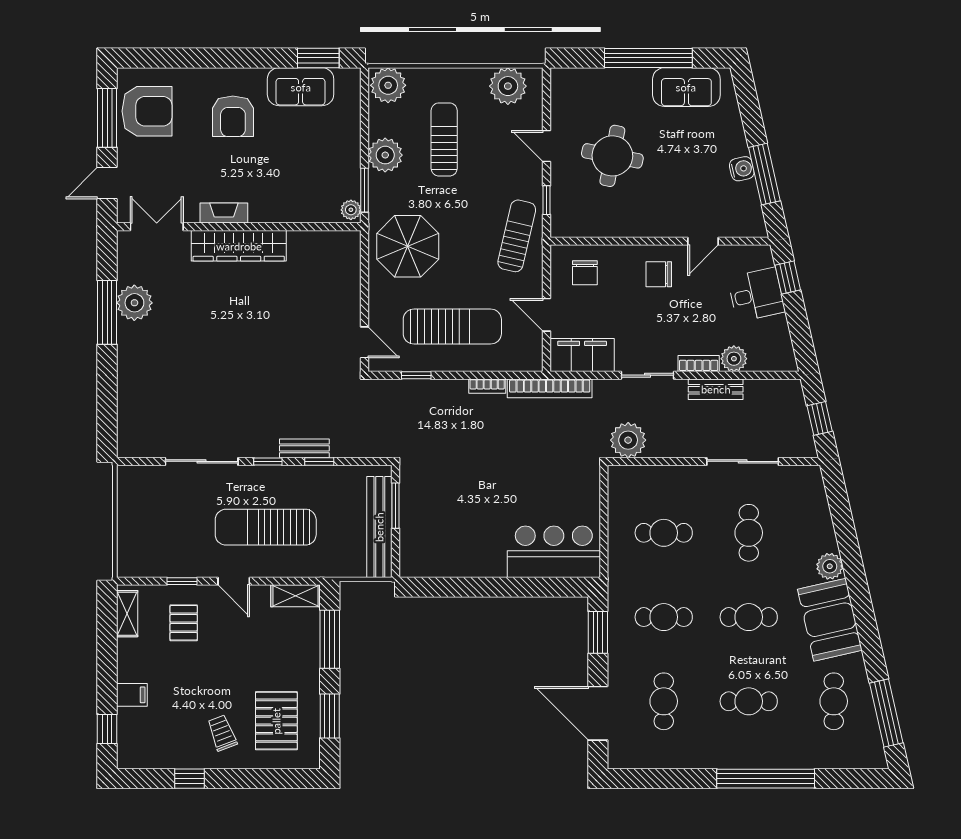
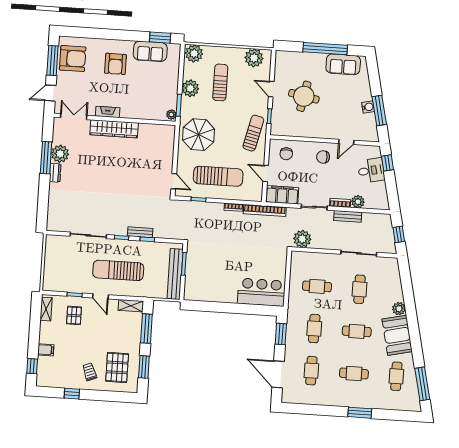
dresser: (127, 341) -> (55, 173), added
cafe table: (664, 617) -> (314, 329), turned 90
window: (766, 779) -> (360, 413), width x0.47

